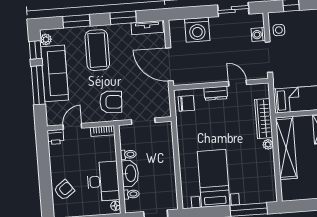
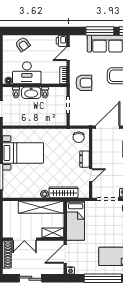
armchair: (111, 102) -> (84, 83), turned -94
door: (72, 126) -> (68, 54), swing flipped

